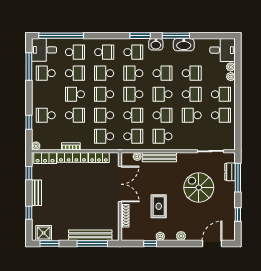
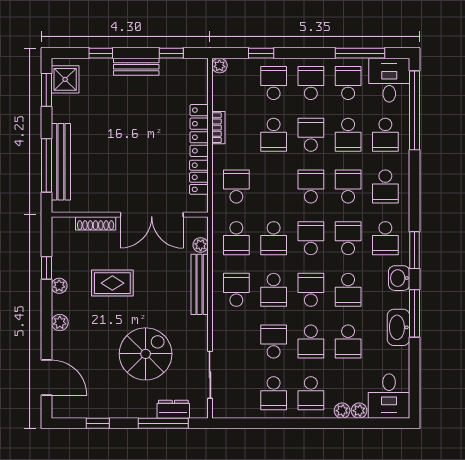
school desk: (104, 115) -> (311, 83), moved
locker: (45, 158) -> (198, 82), removed

